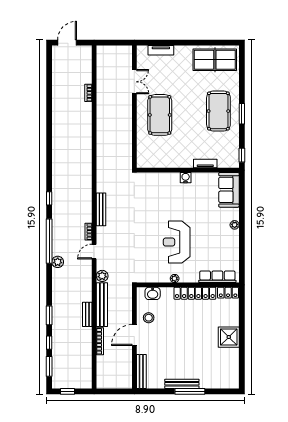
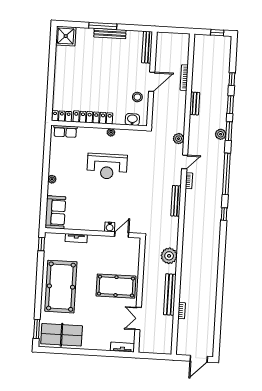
tv unit: (161, 50) -> (122, 347), moved
pool table: (218, 111) -> (61, 287), width x1.36, depth x1.32
window: (242, 114) -> (37, 329), moved
pool table: (160, 115) -> (116, 286), turned 90
plant: (105, 150) -> (169, 256), added
door: (157, 170) -> (122, 235), added
water cooler: (186, 178) -> (110, 227), moved
reception desk: (177, 242) -> (107, 166), turned 90
plant: (58, 262) -> (221, 134), moved
row of seats: (217, 277) -> (65, 131), width x0.68
bench: (102, 305) -> (170, 295), moved
shower: (229, 337) -> (66, 36), moved
window: (49, 366) -> (229, 131), moved

